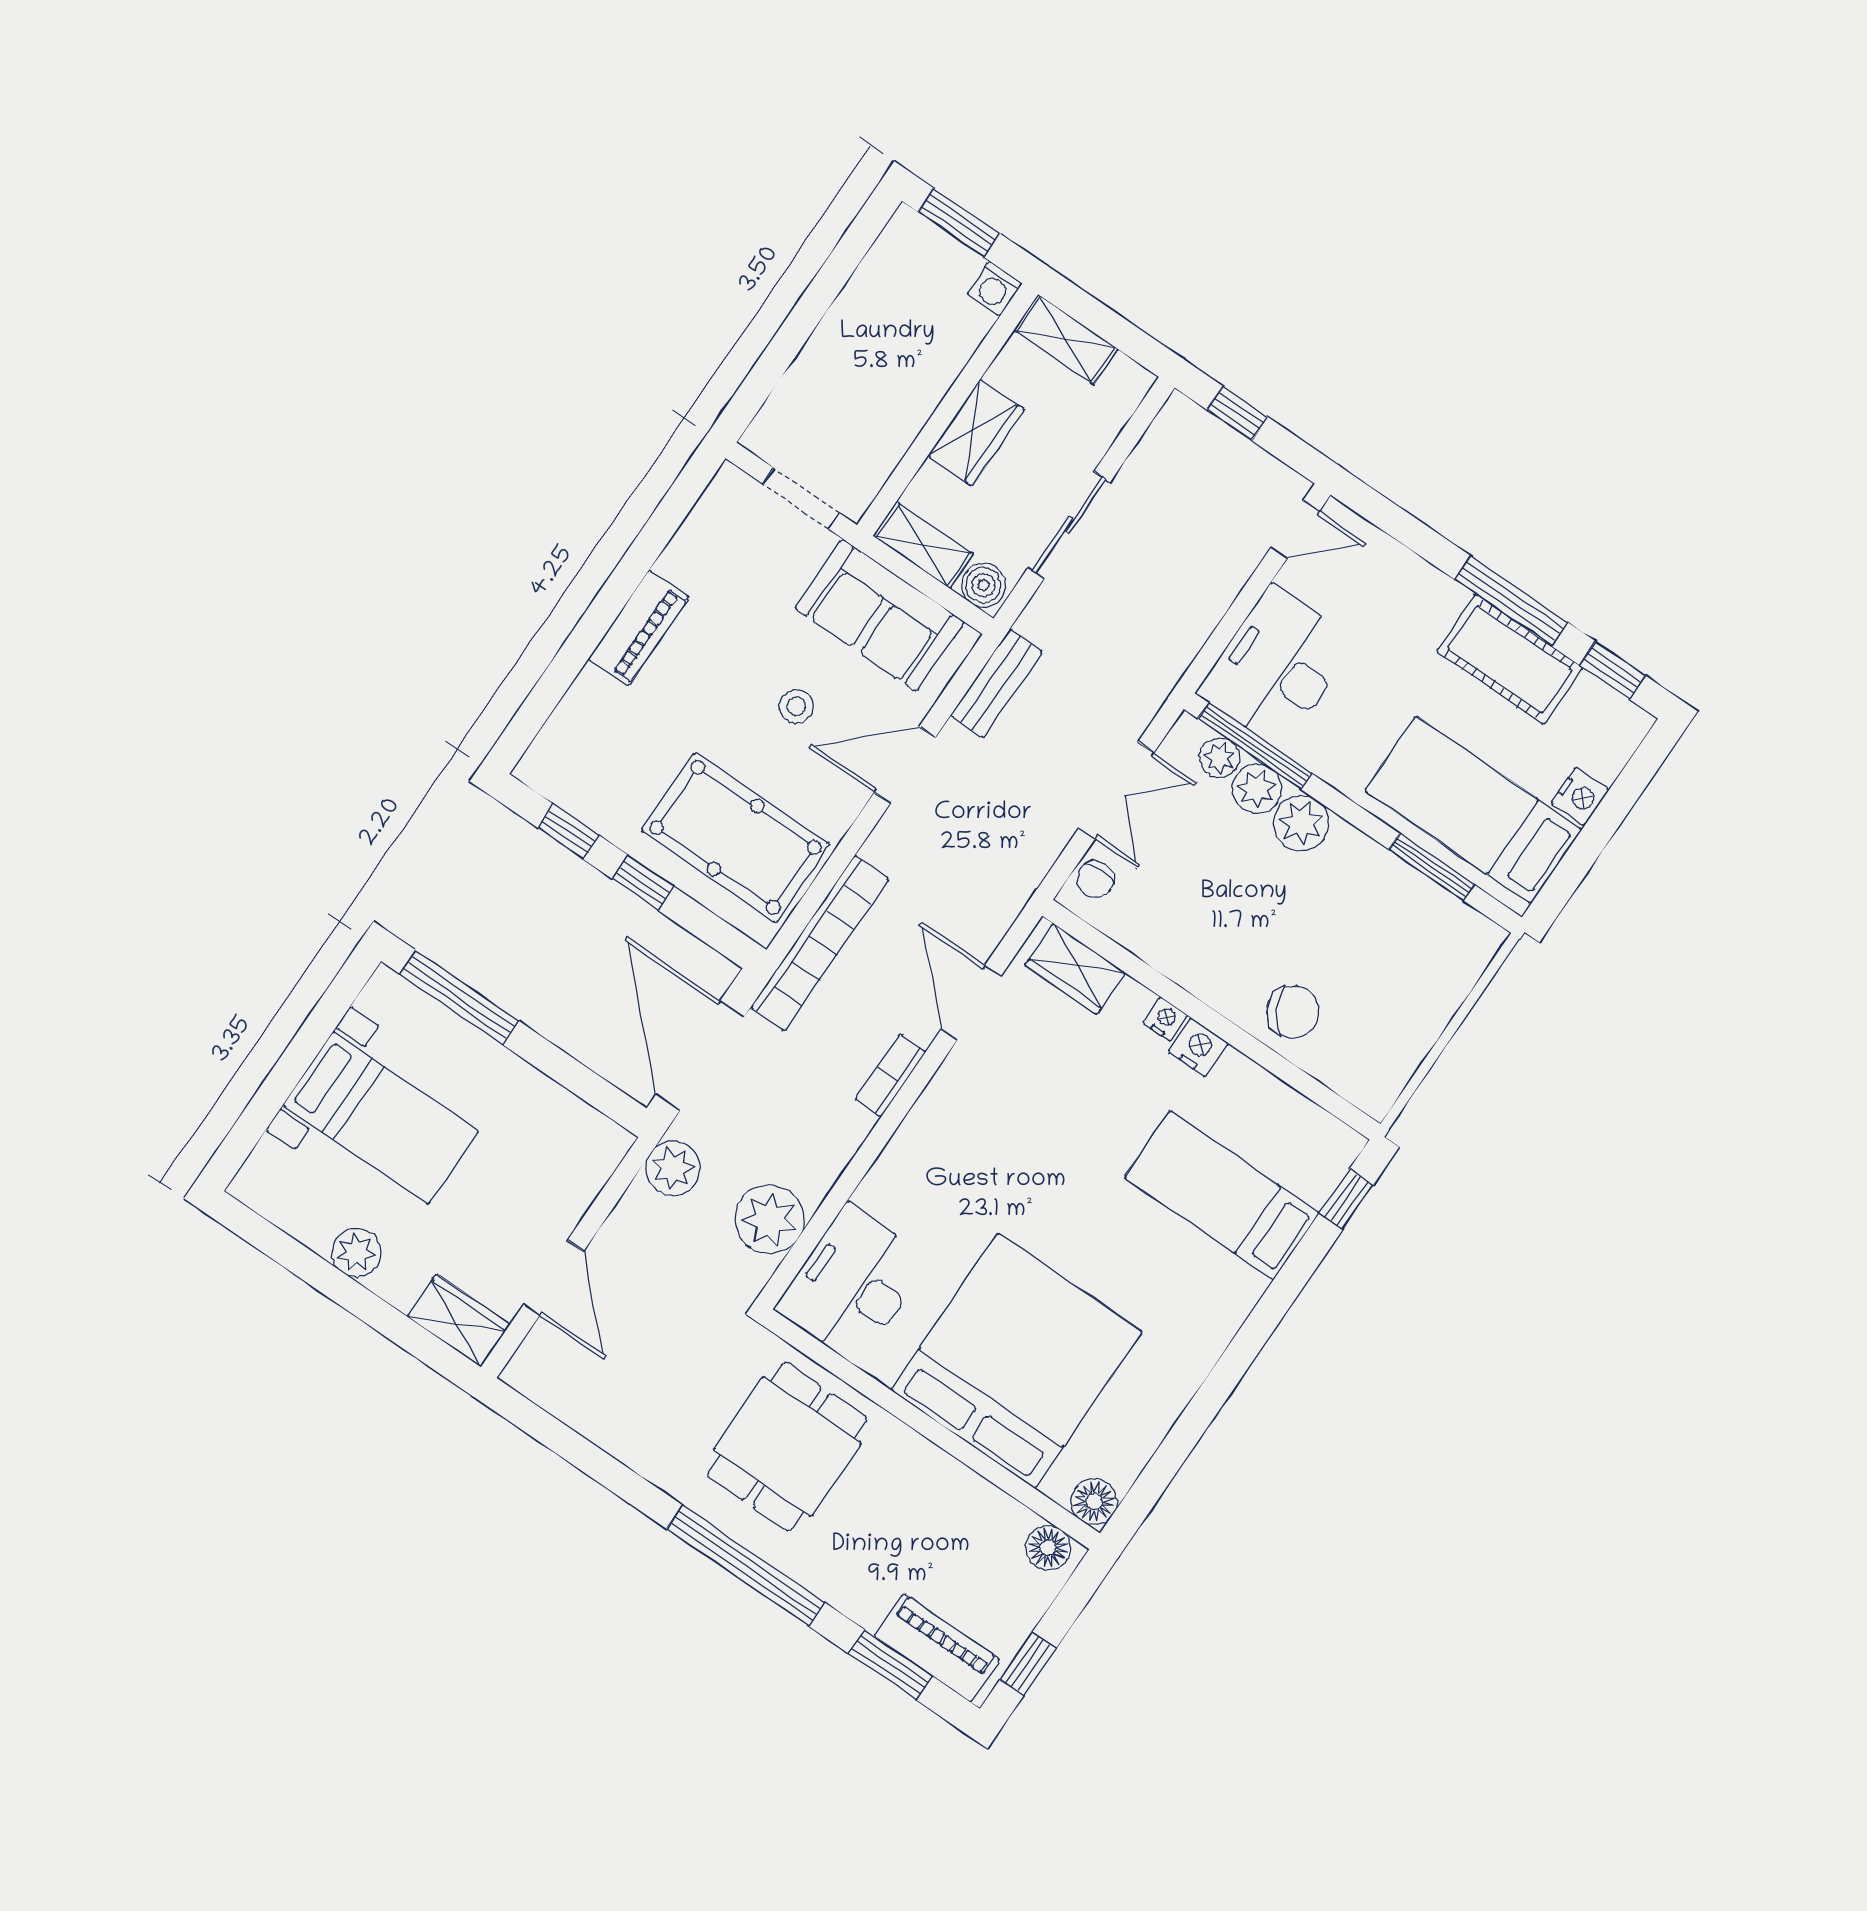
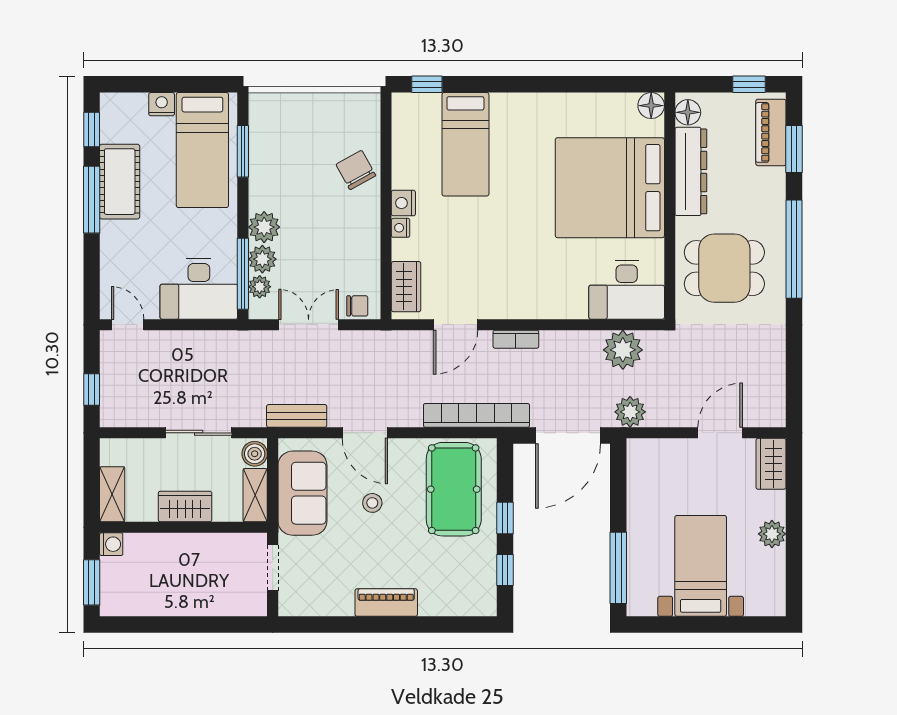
dresser: (960, 1494) -> (691, 171), added

